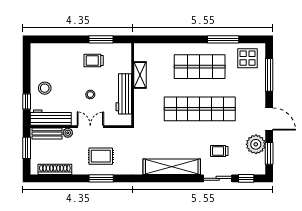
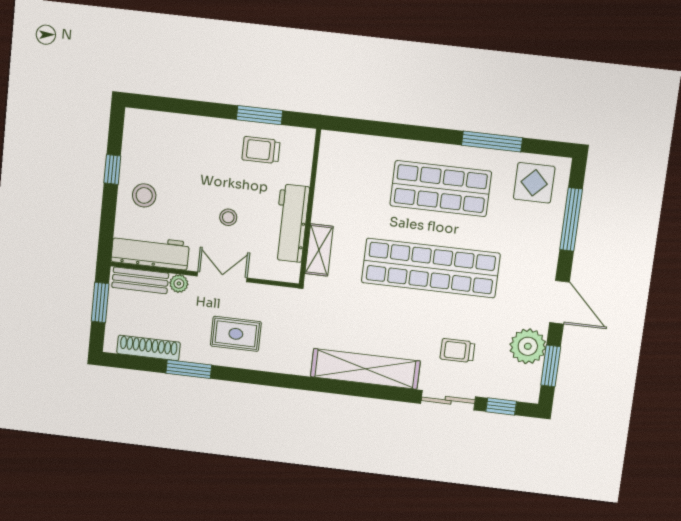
trolley: (94, 60) -> (261, 150), moved
shelving: (140, 75) -> (319, 250), moved
window: (27, 102) -> (112, 169), moved
window: (101, 178) -> (189, 369), moved

